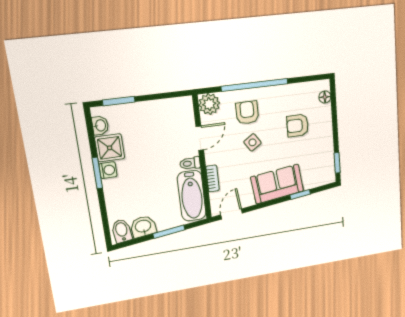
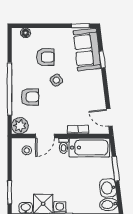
armchair: (247, 113) -> (30, 97), turned 180
stool: (178, 117) -> (27, 150), added
armchair: (298, 126) -> (45, 57), turned -90
door: (200, 138) -> (45, 136), swing flipped
side table: (252, 142) -> (56, 80), moved
sofa: (277, 184) -> (87, 50), moved

